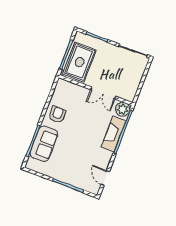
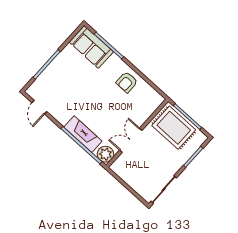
armchair: (57, 115) -> (127, 82), turned 90
sofa: (44, 144) -> (91, 47), moved
door: (105, 178) -> (39, 107), swing flipped

